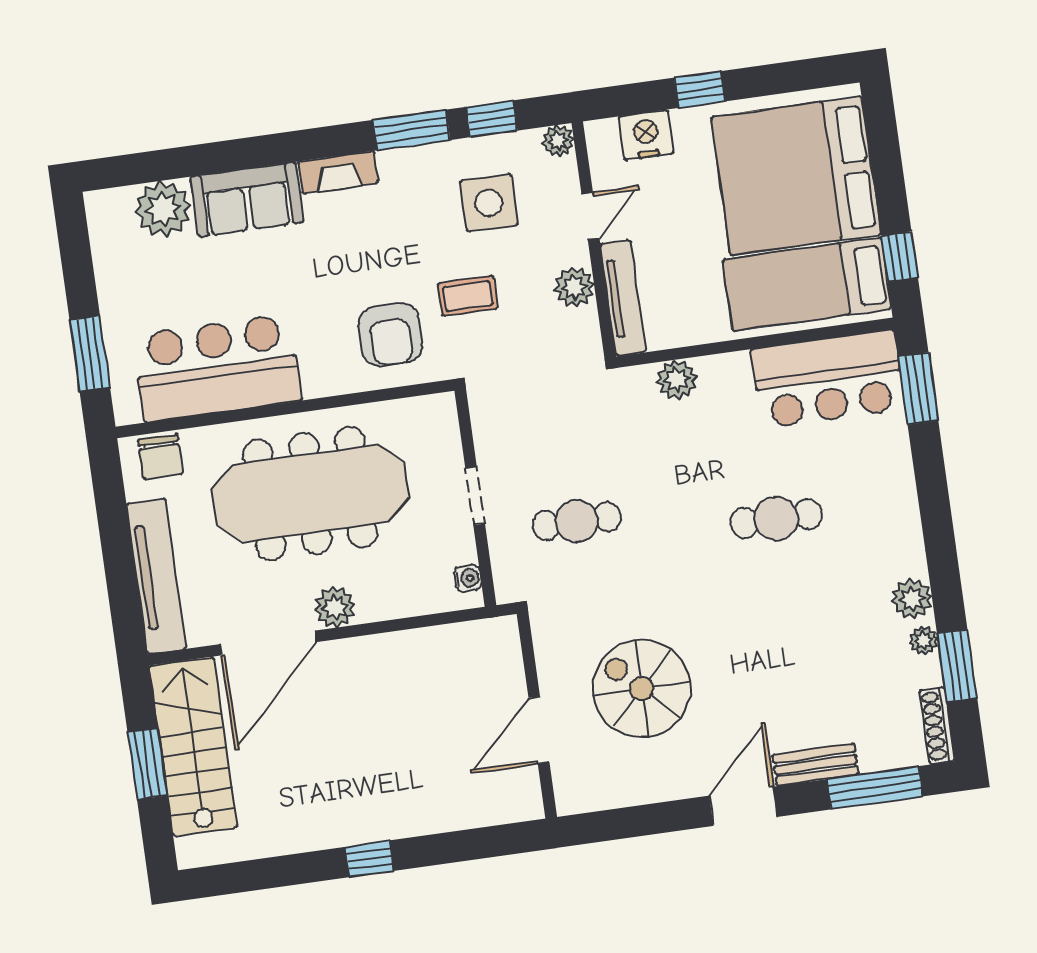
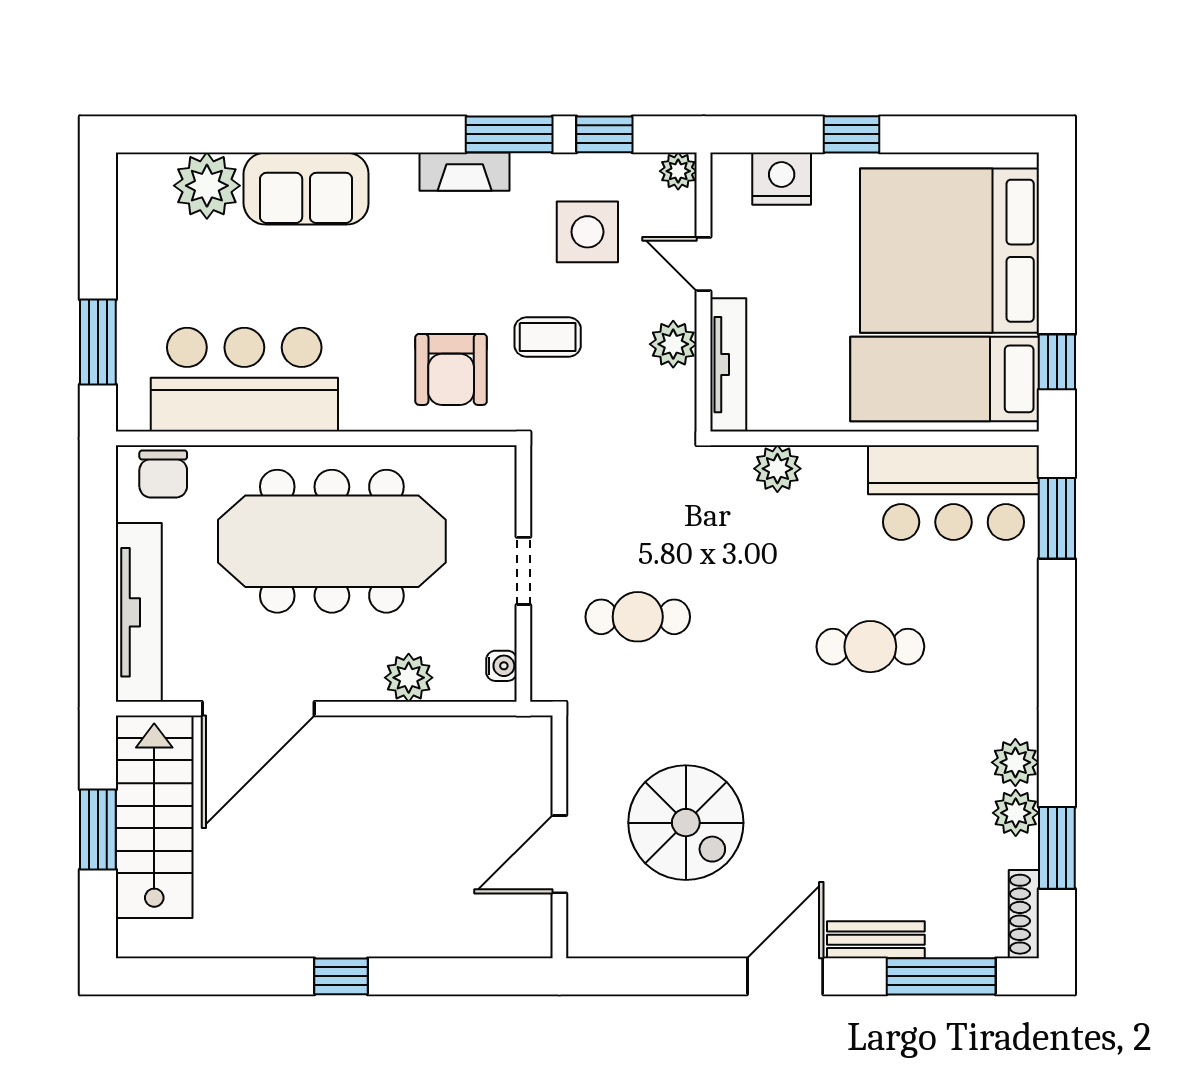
fireplace: (338, 172) -> (465, 172), moved
door: (590, 216) -> (703, 264), swing flipped
plant: (335, 607) -> (409, 678), moved
plant: (924, 641) -> (1016, 813), width x1.38, depth x1.38
spiral stairs: (642, 689) -> (686, 823), turned 180

